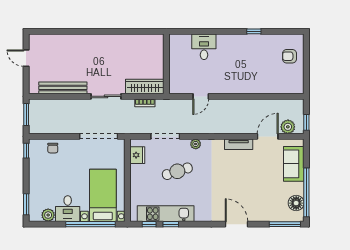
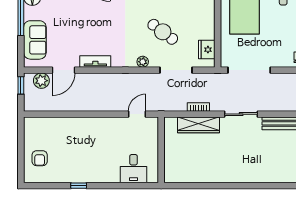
armchair: (289, 56) -> (40, 158), turned 90
wall: (166, 64) -> (161, 150), moved
cafe table: (177, 171) -> (163, 32), turned 55

